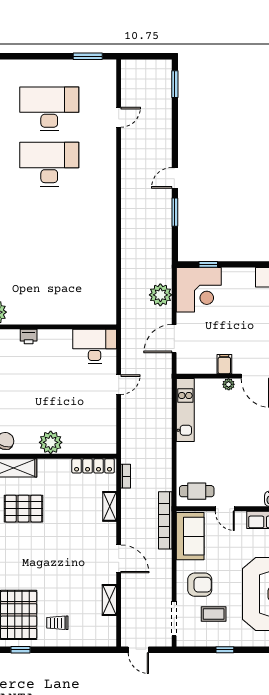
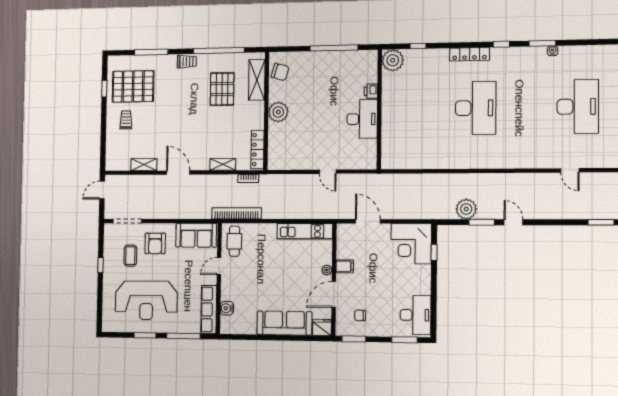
desk: (49, 164) -> (476, 108), moved
plant: (160, 295) -> (466, 209), moved
desk: (95, 346) -> (362, 119), moved
bookcase: (165, 520) -> (237, 213), moved
door: (119, 559) -> (178, 173), swing flipped

